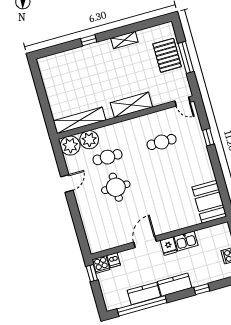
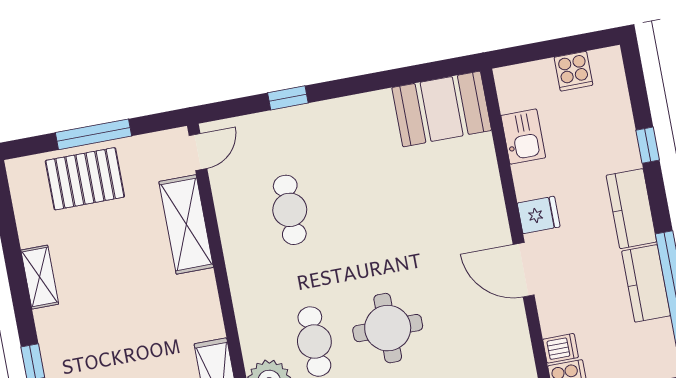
shelving: (131, 105) -> (186, 224), moved
kitchen sink: (186, 241) -> (523, 137), moved

